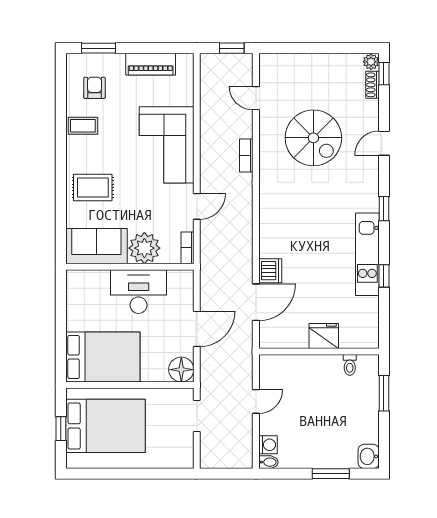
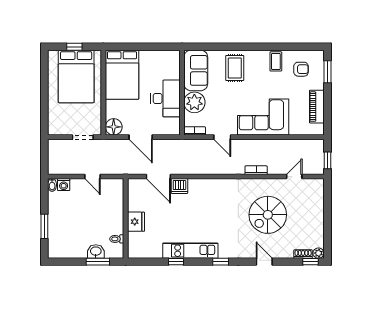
washbasin: (369, 456) -> (96, 251), moved

